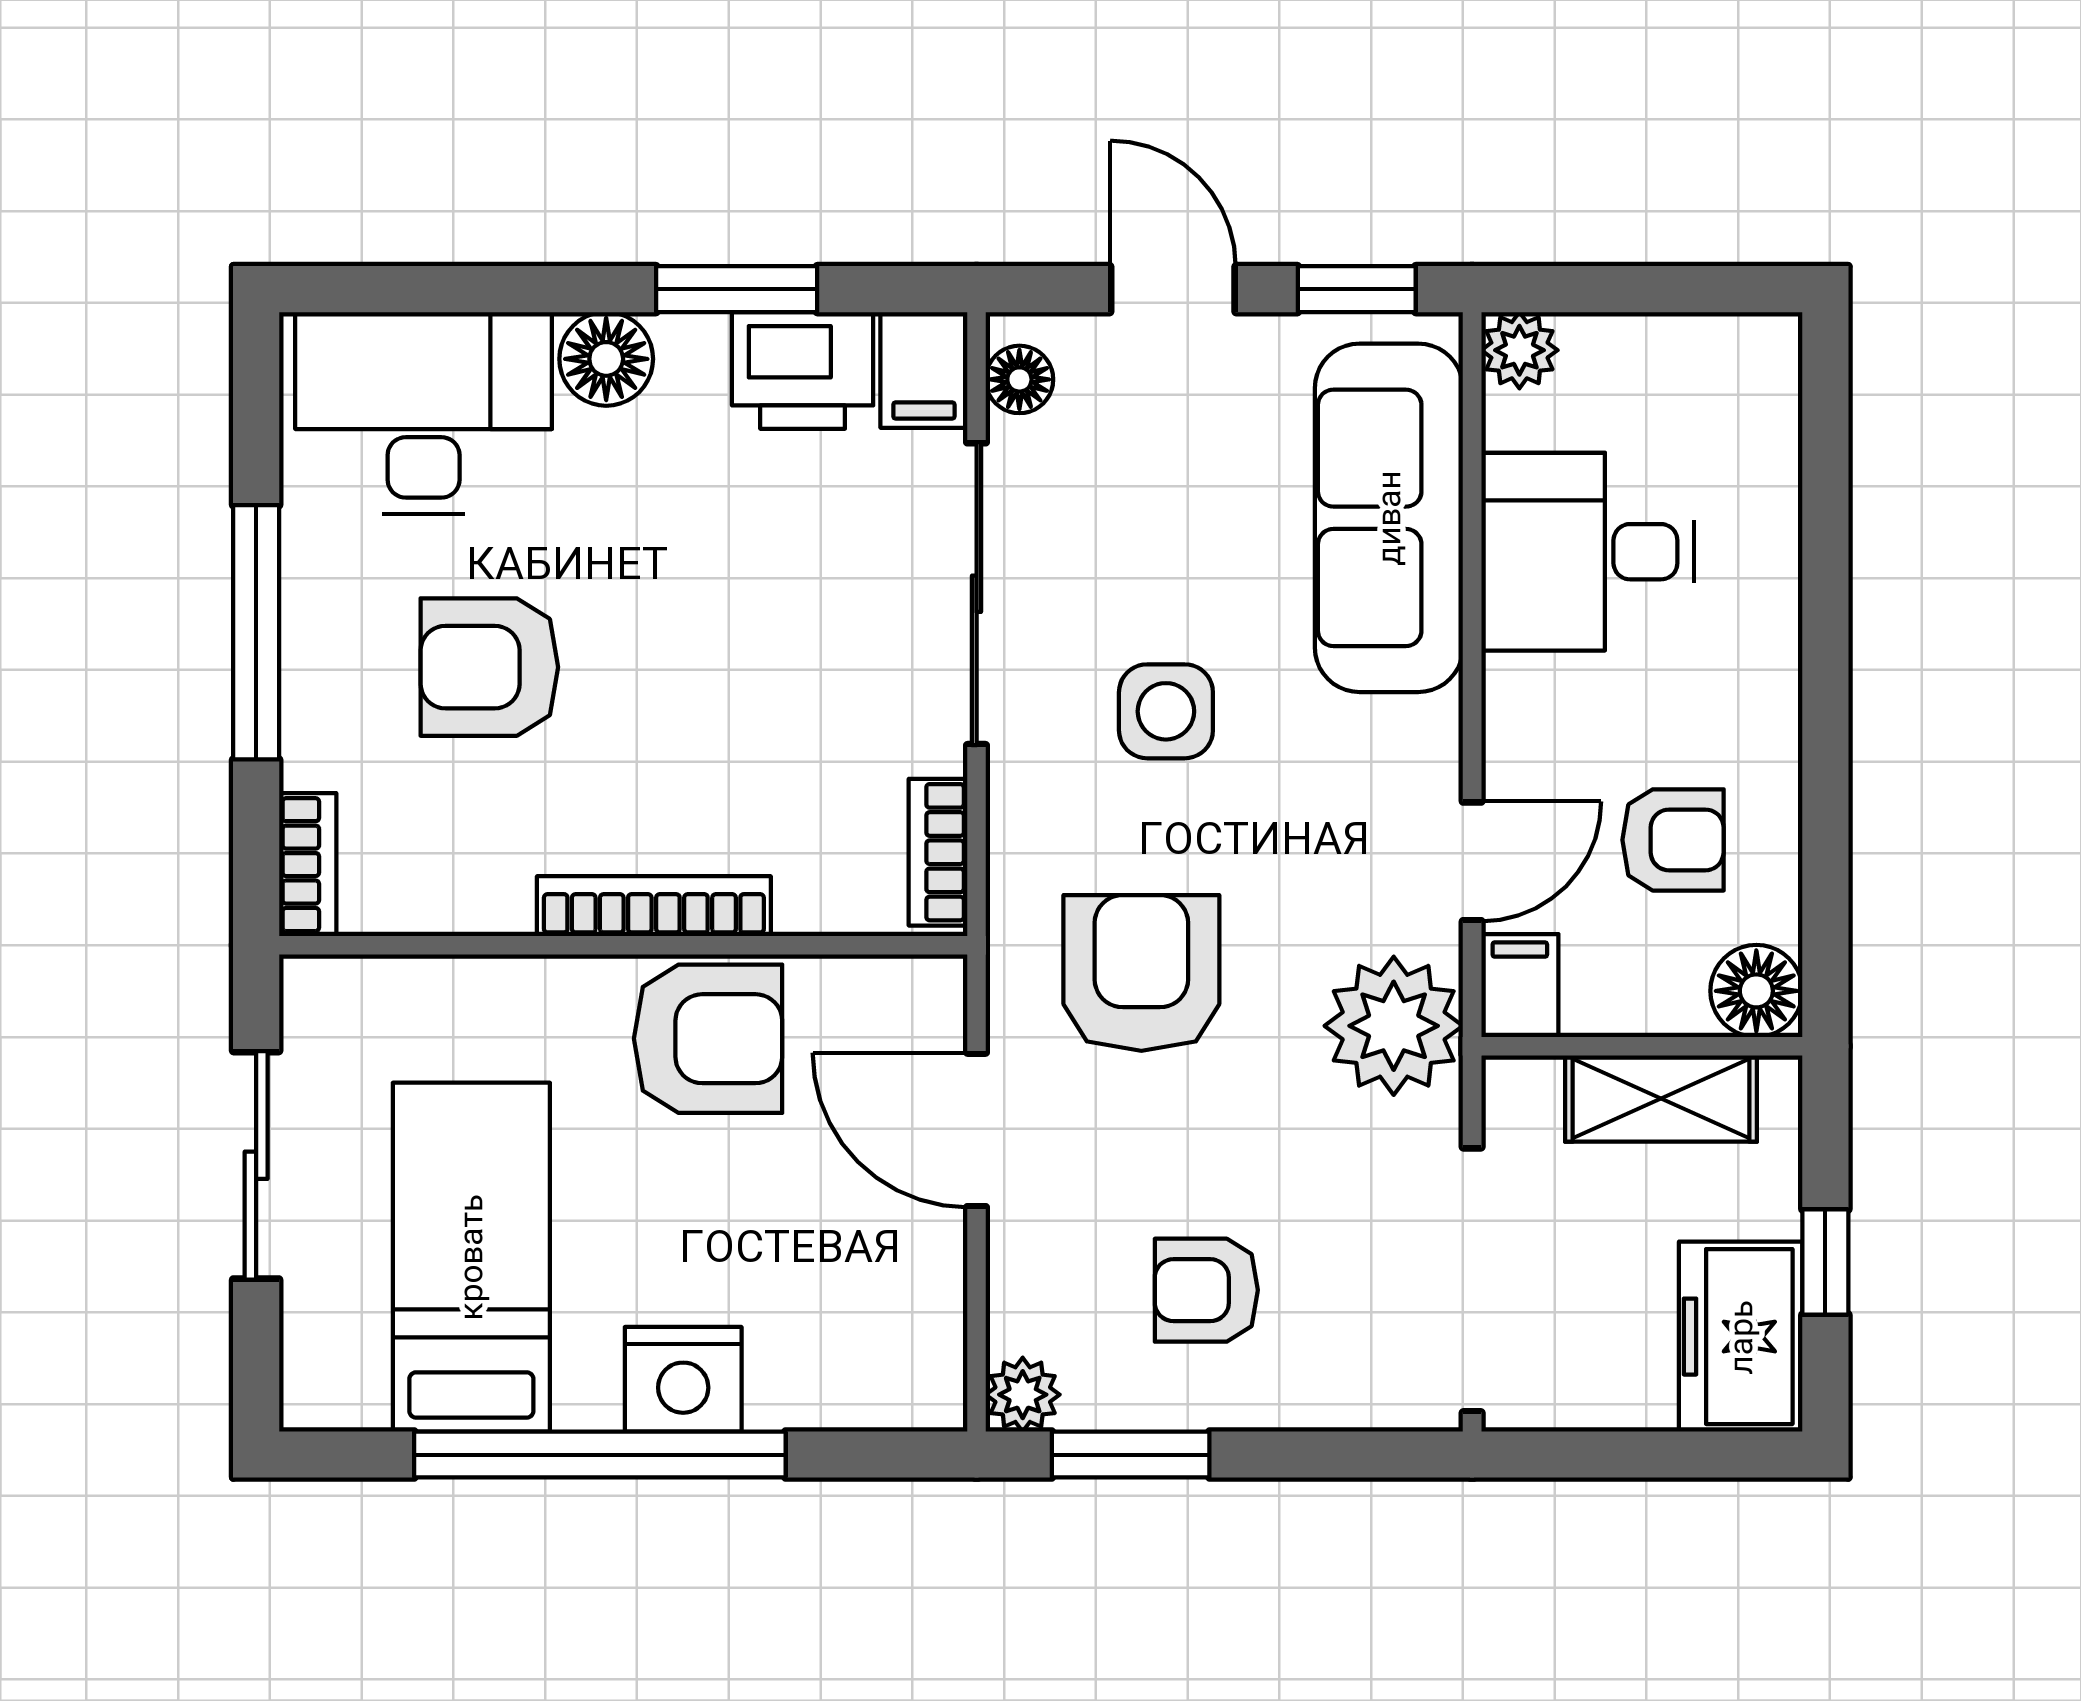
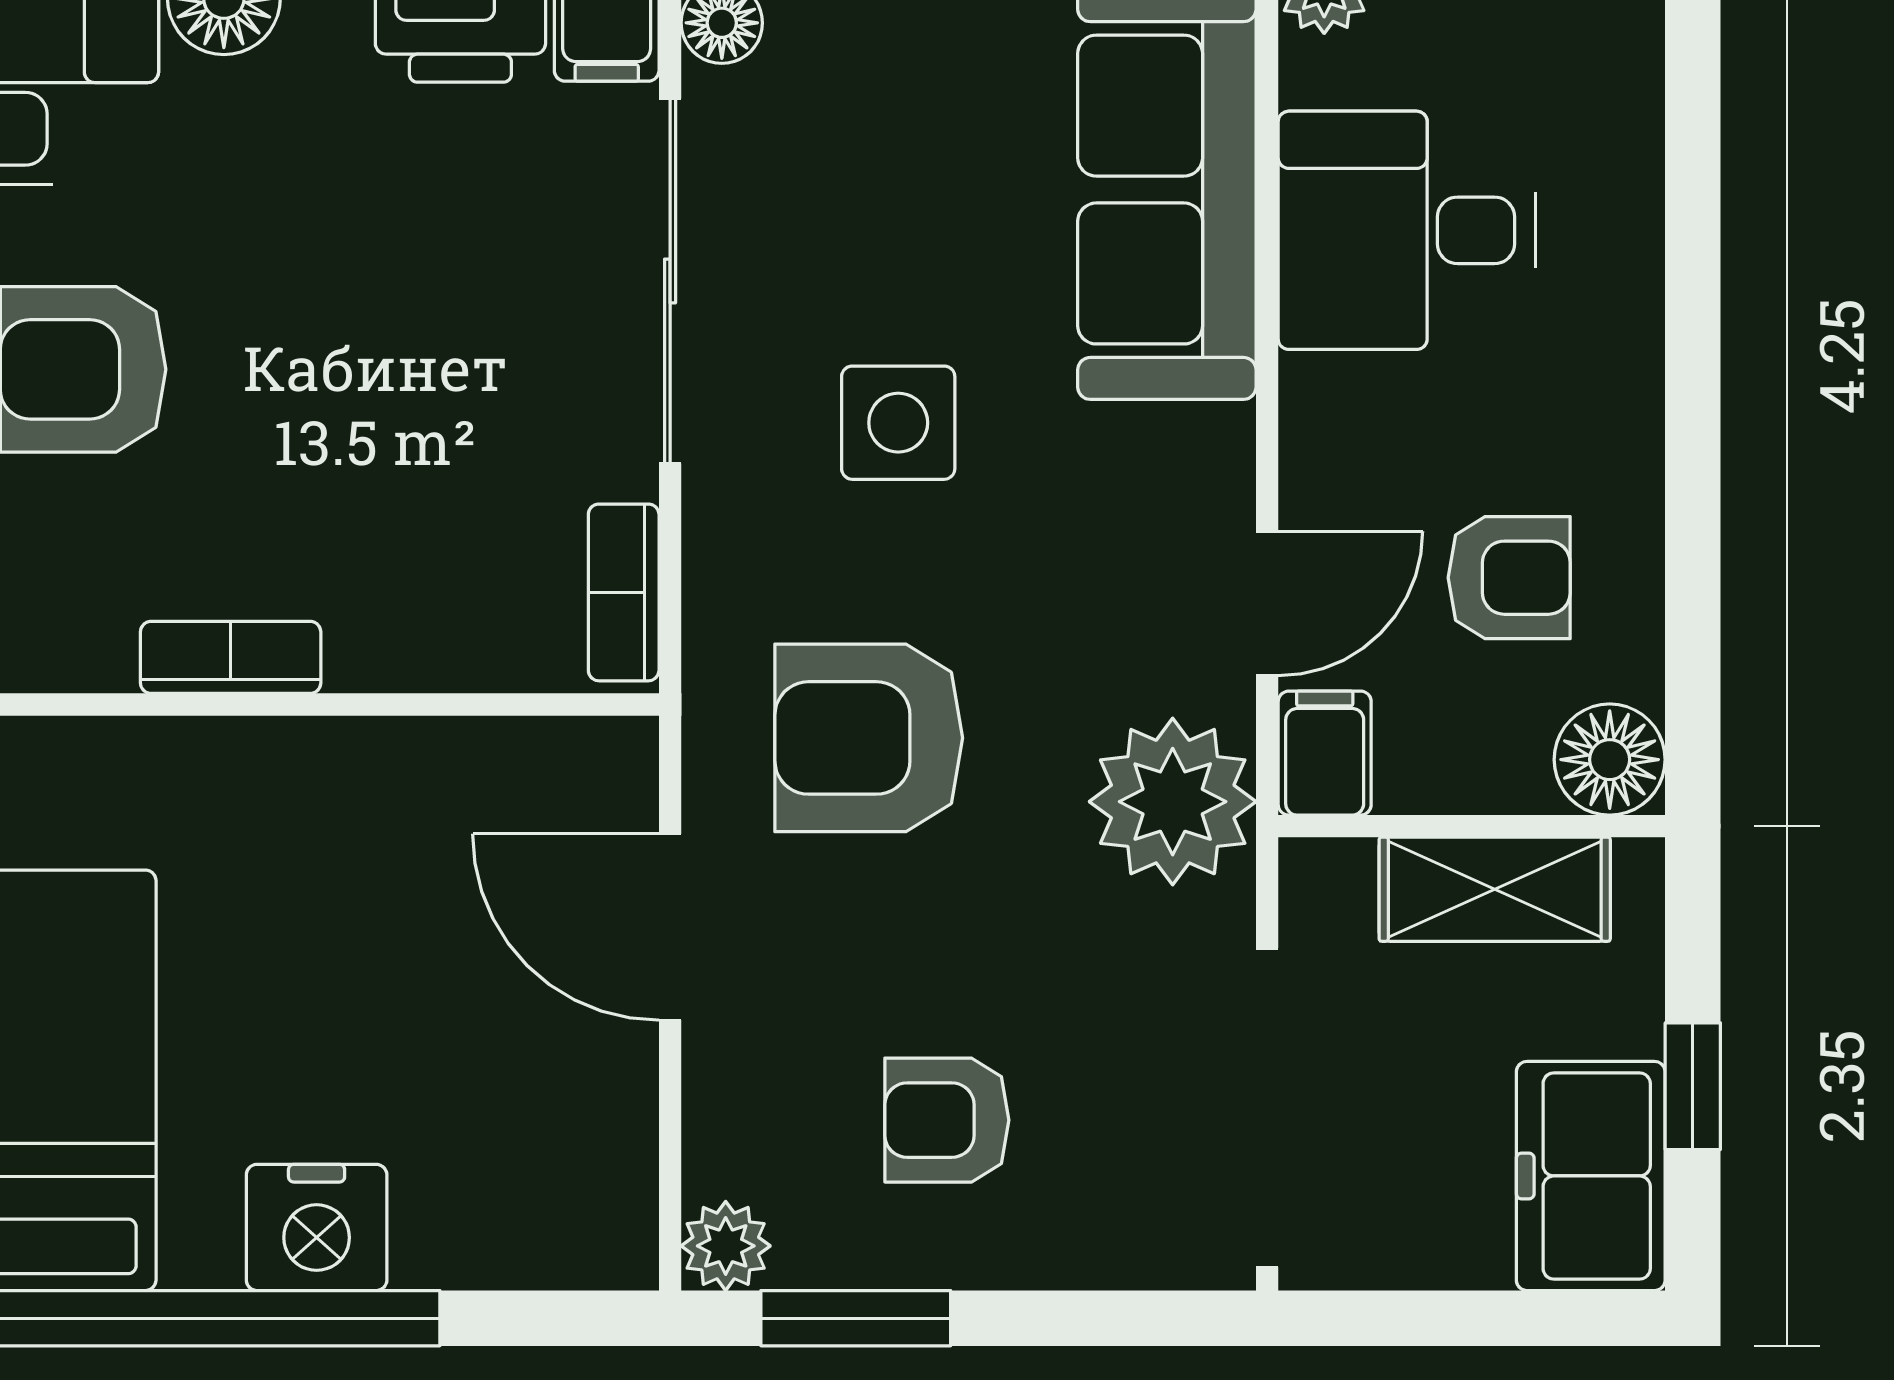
bookcase: (654, 906) -> (231, 657), width x0.64
armchair: (1141, 973) -> (869, 738), turned -90
armchair: (708, 1039) -> (347, 817), removed

